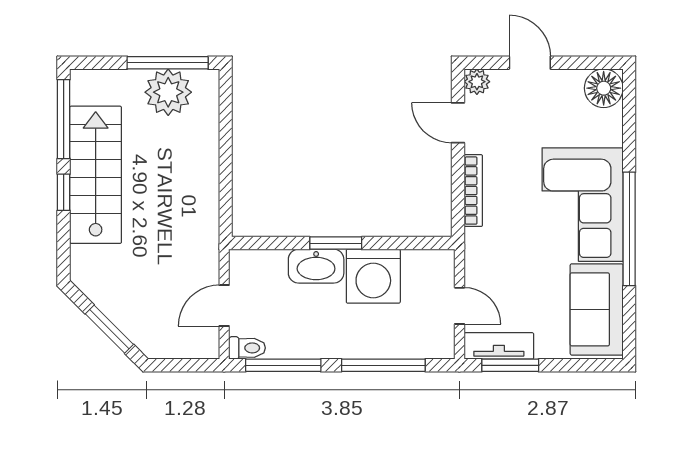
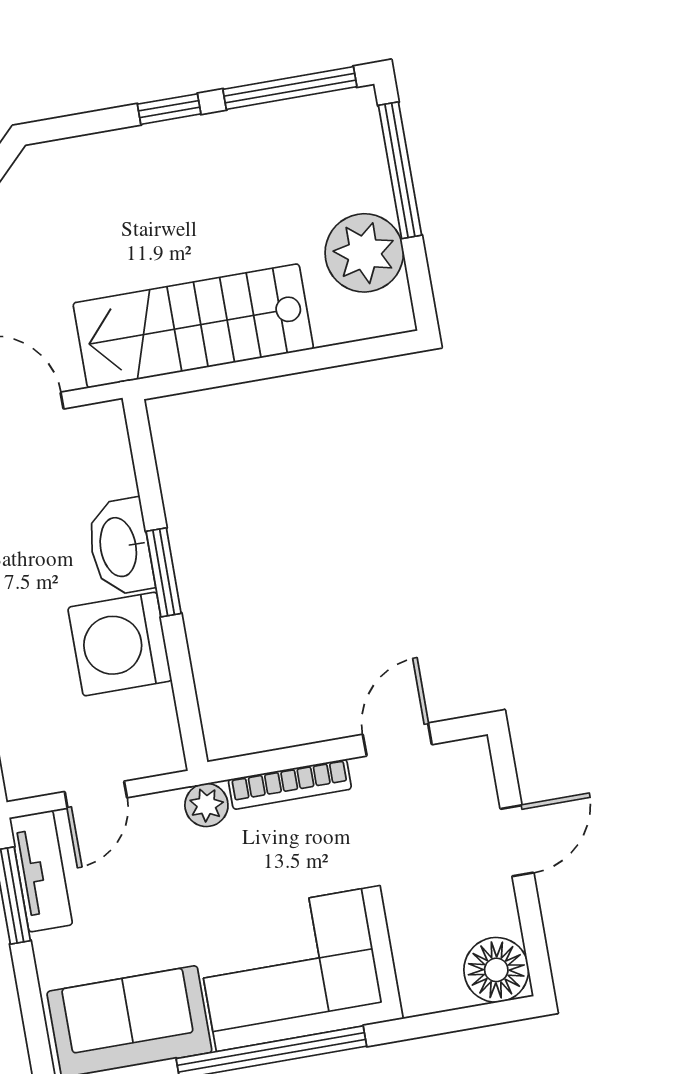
window: (168, 63) -> (400, 170), moved
plant: (477, 82) -> (206, 805), moved
stairs: (96, 175) -> (193, 326), moved, turned 180

